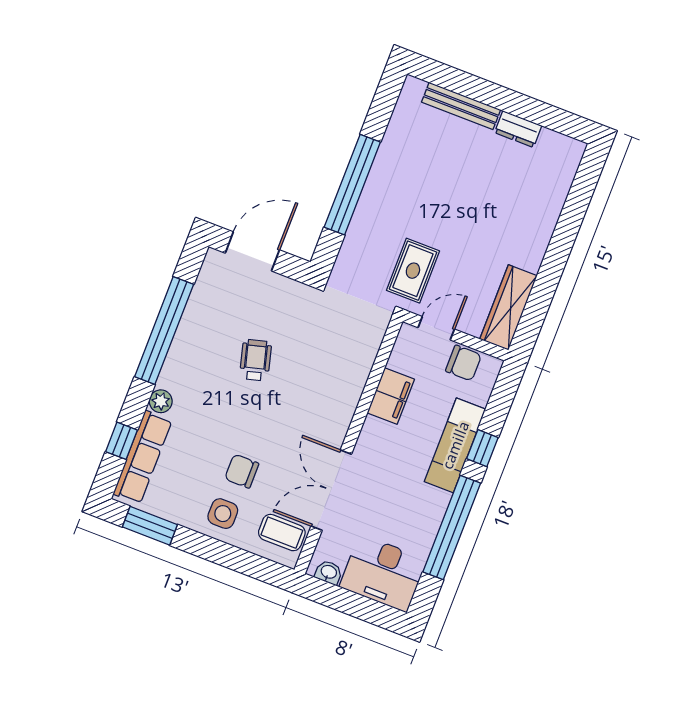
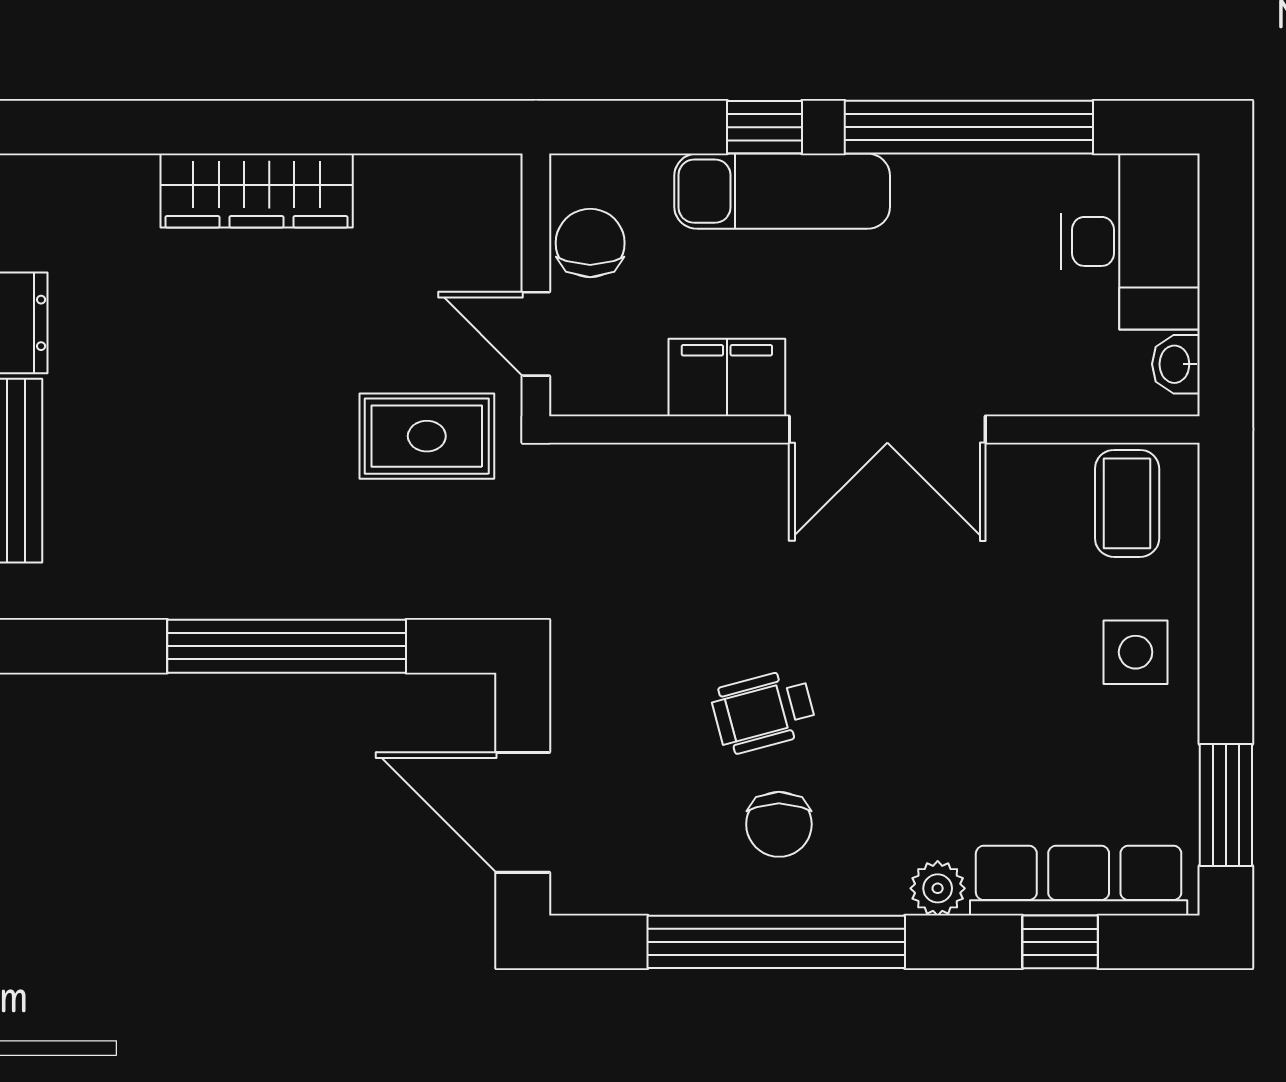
wardrobe: (508, 307) -> (257, 191), moved
chair: (242, 471) -> (779, 824), moved
double door: (331, 490) -> (887, 429), moved

